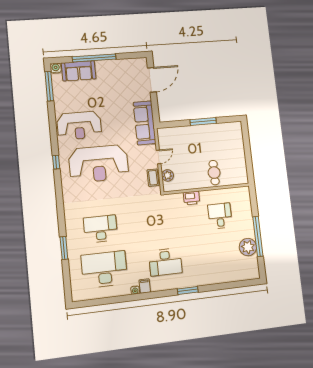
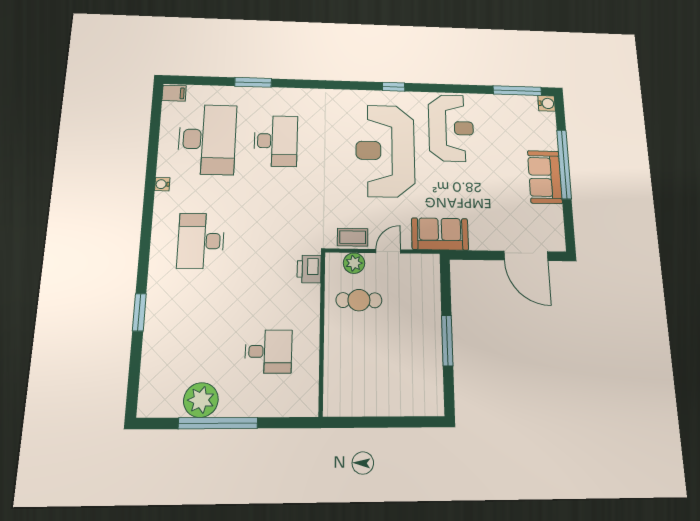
sofa: (79, 71) -> (545, 177), moved
sofa: (145, 123) -> (440, 234), width x0.73
reception desk: (79, 126) -> (451, 128), turned 180
door: (159, 157) -> (388, 251), swing flipped
cafe table: (214, 173) -> (359, 300), moved
printer: (192, 198) -> (309, 269), moved
filing cabinet: (145, 286) -> (174, 93), moved
window: (188, 290) -> (139, 312), moved

